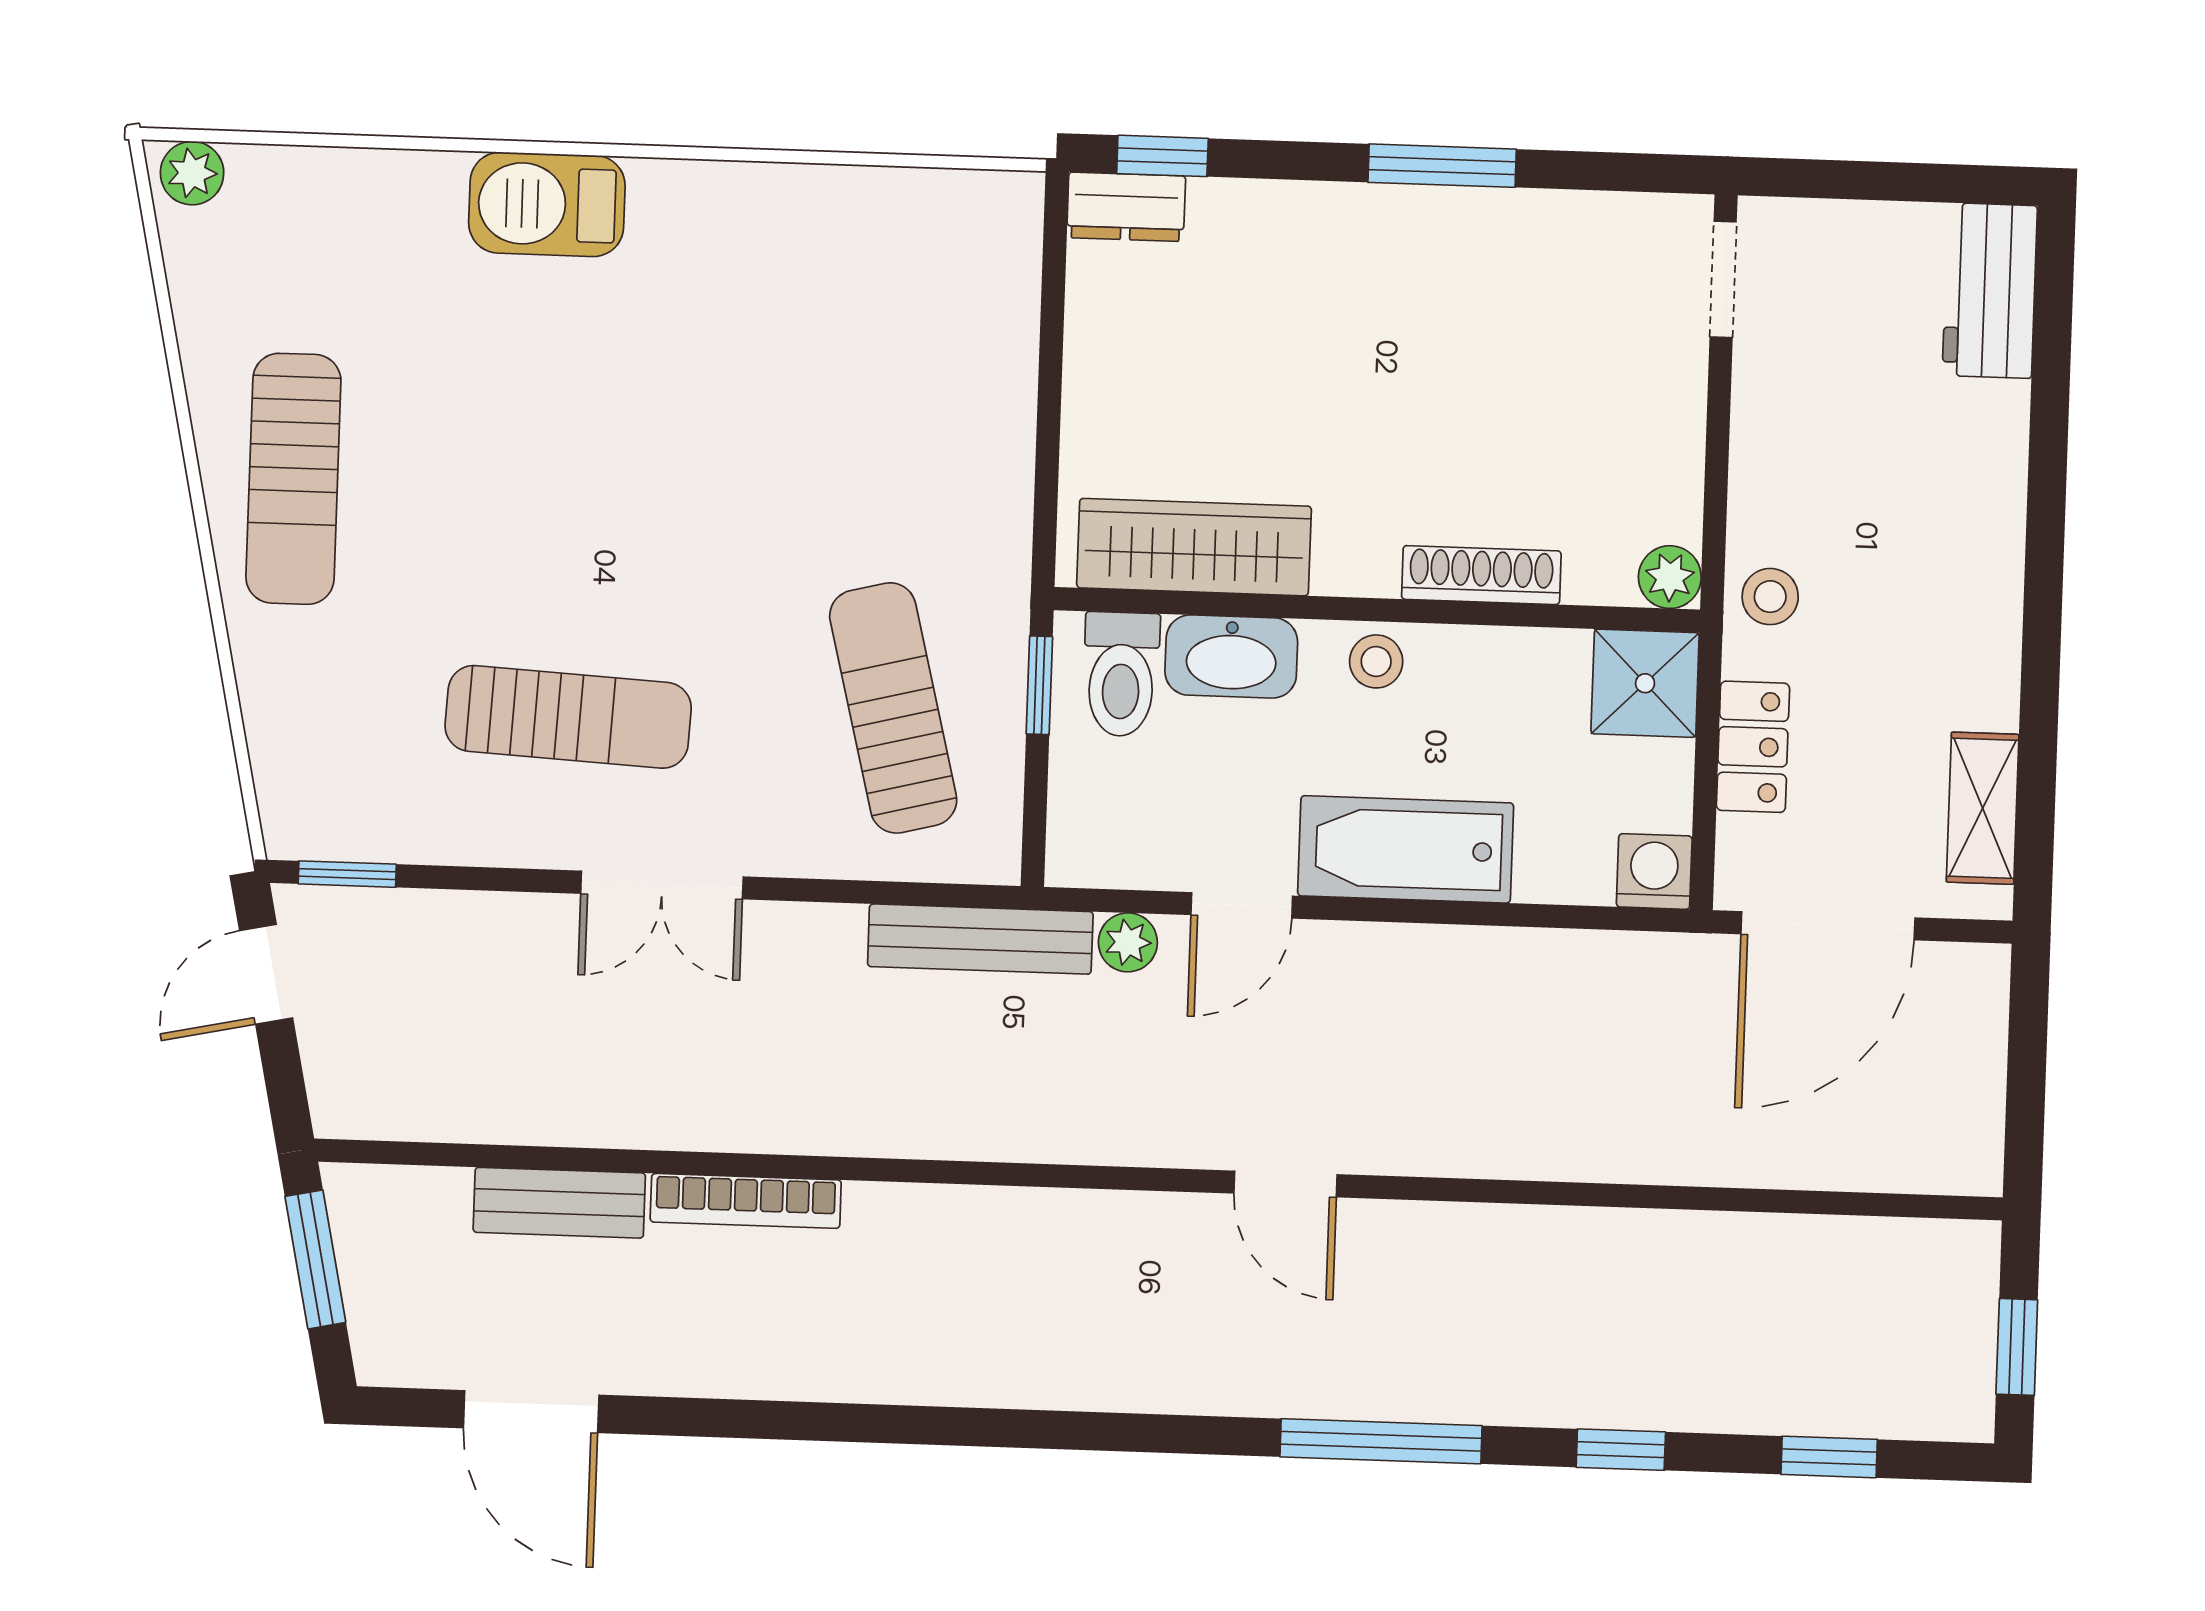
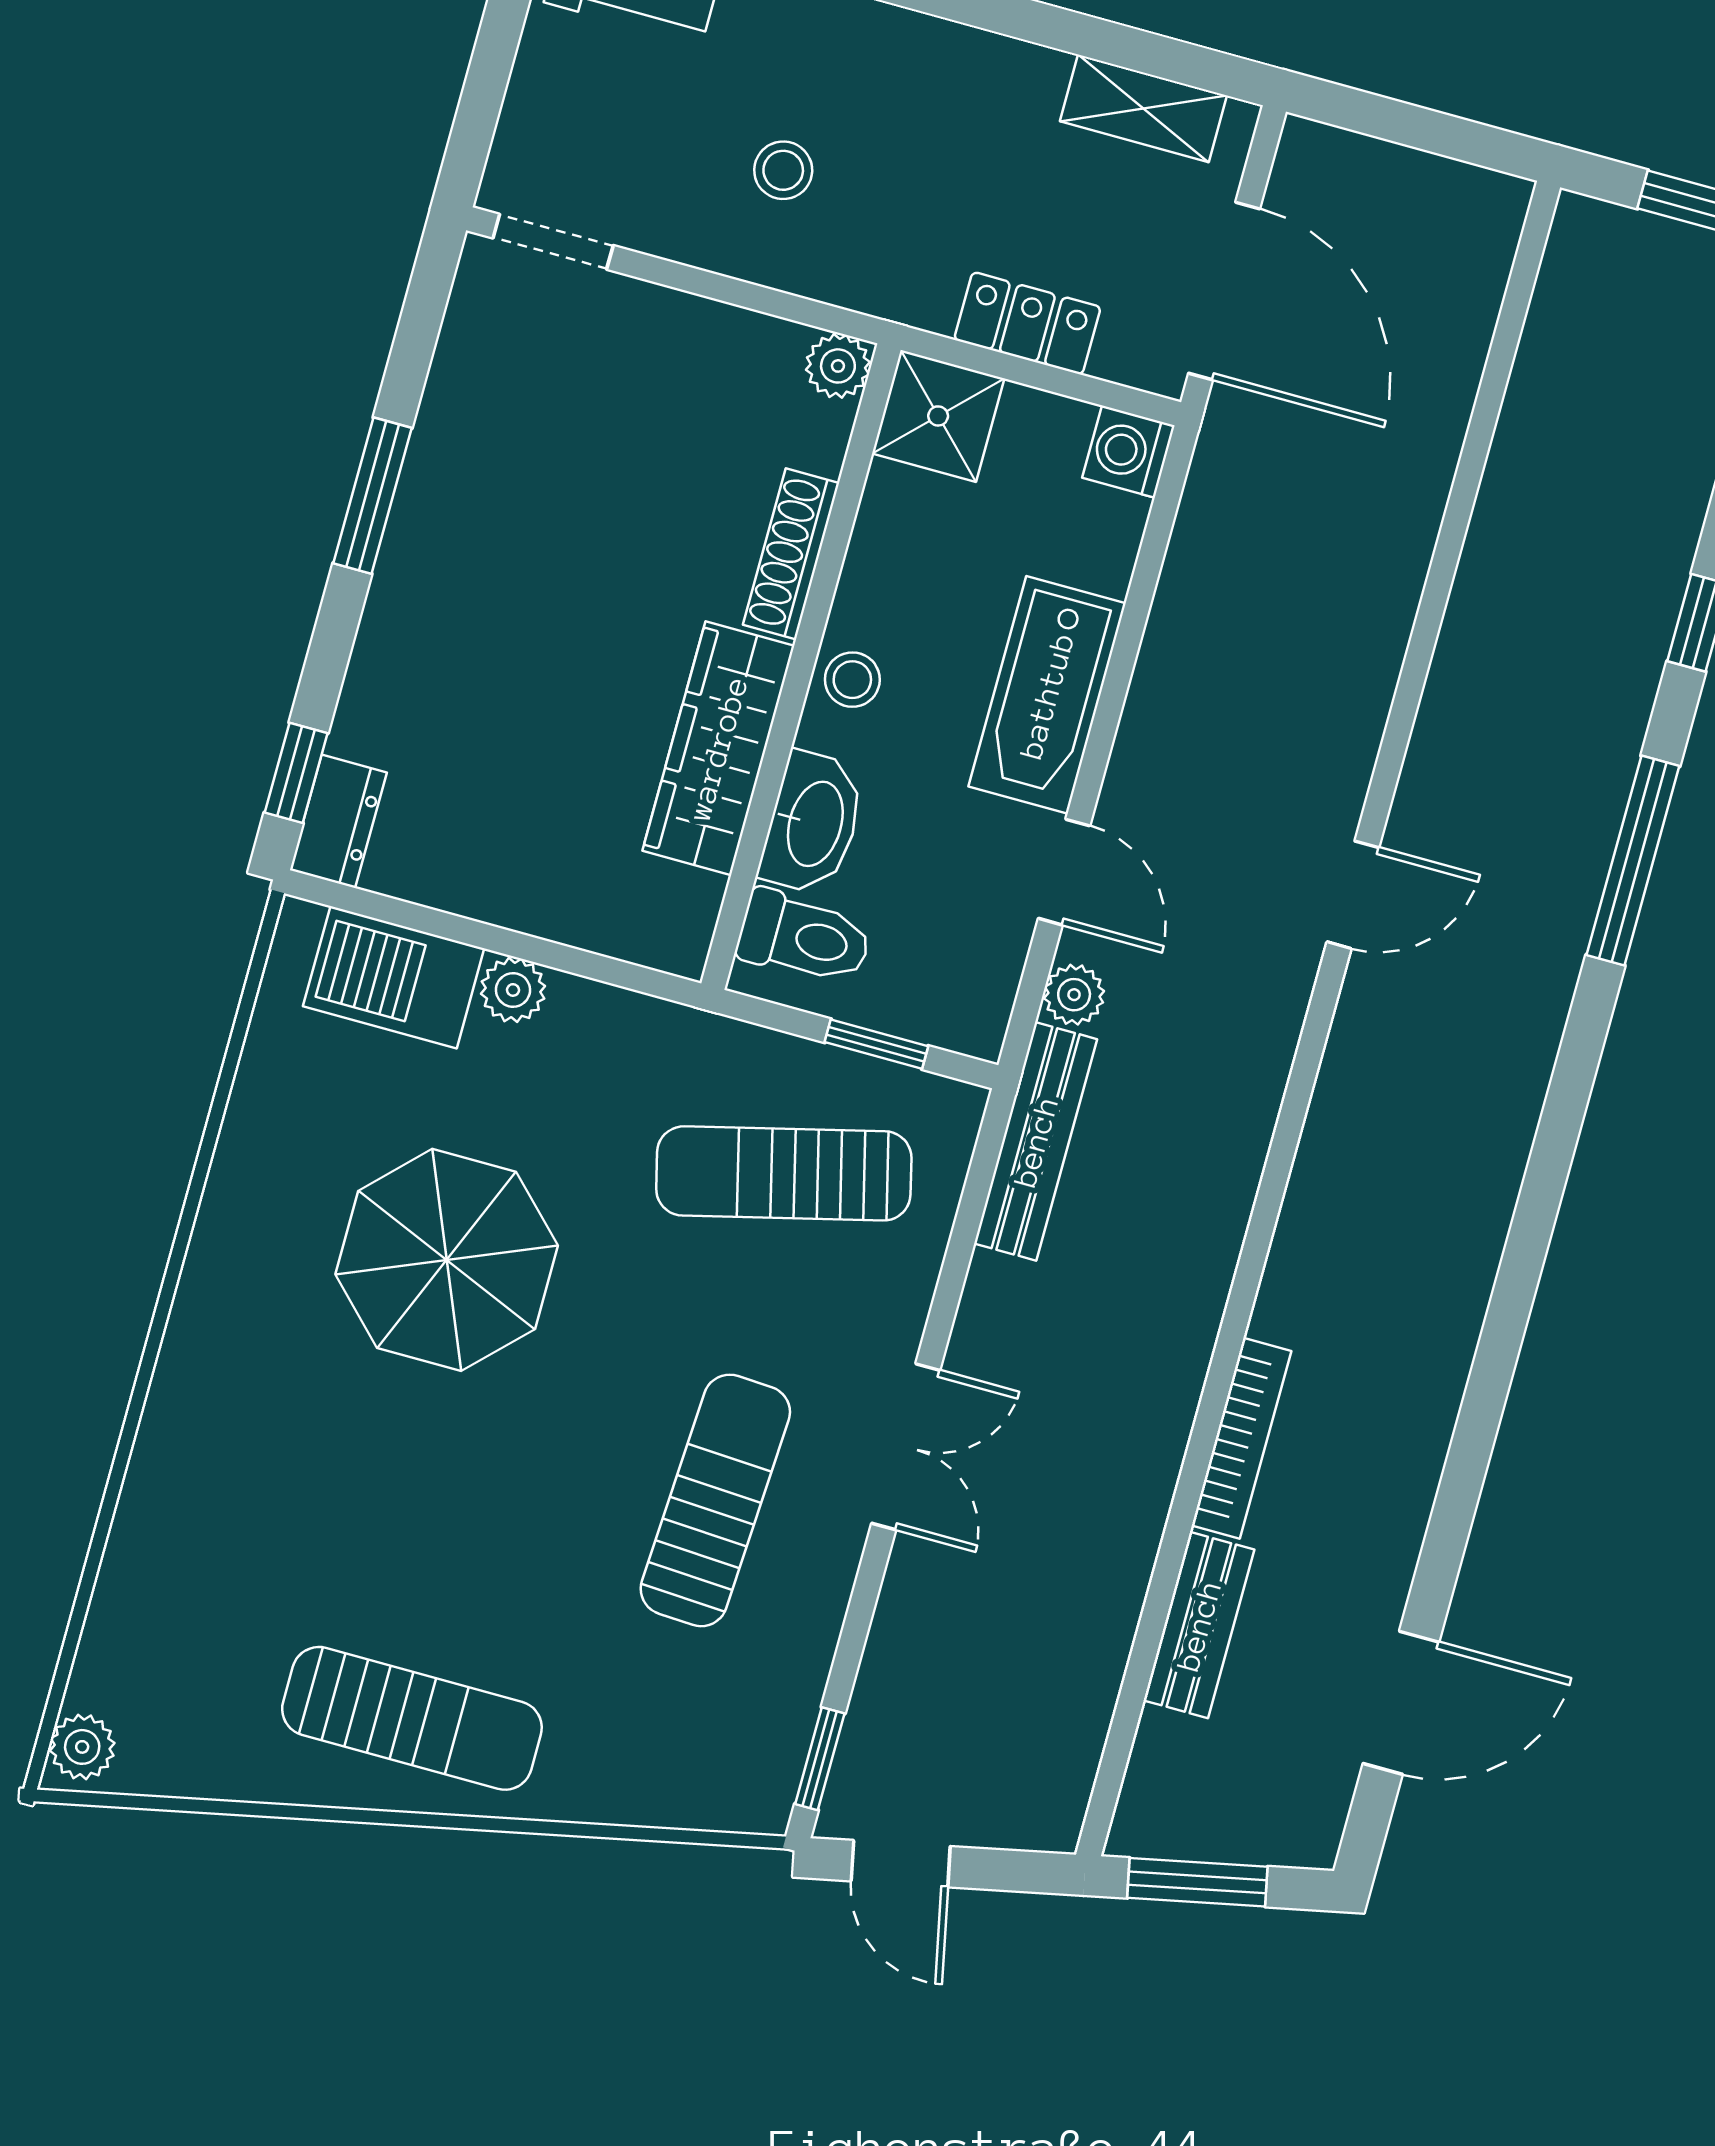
barbecue: (547, 204) -> (394, 977), moved, turned 90
parasol: (735, 408) -> (447, 1260), added
plant: (1006, 410) -> (513, 990), added
wardrobe: (1194, 547) -> (718, 748), moved
stool: (1770, 597) -> (783, 170), moved
window: (1039, 685) -> (876, 1044), moved

